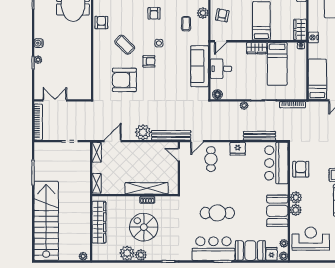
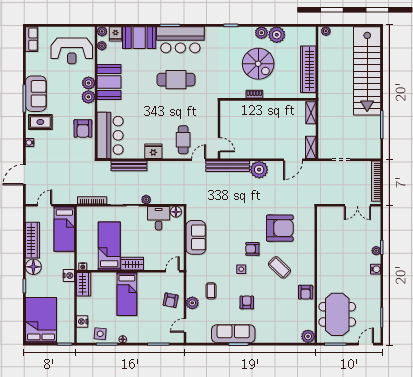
sofa: (200, 66) -> (196, 237), width x0.73
desk: (221, 69) -> (159, 218), moved, turned -90
shelving: (147, 188) -> (255, 107), removed

